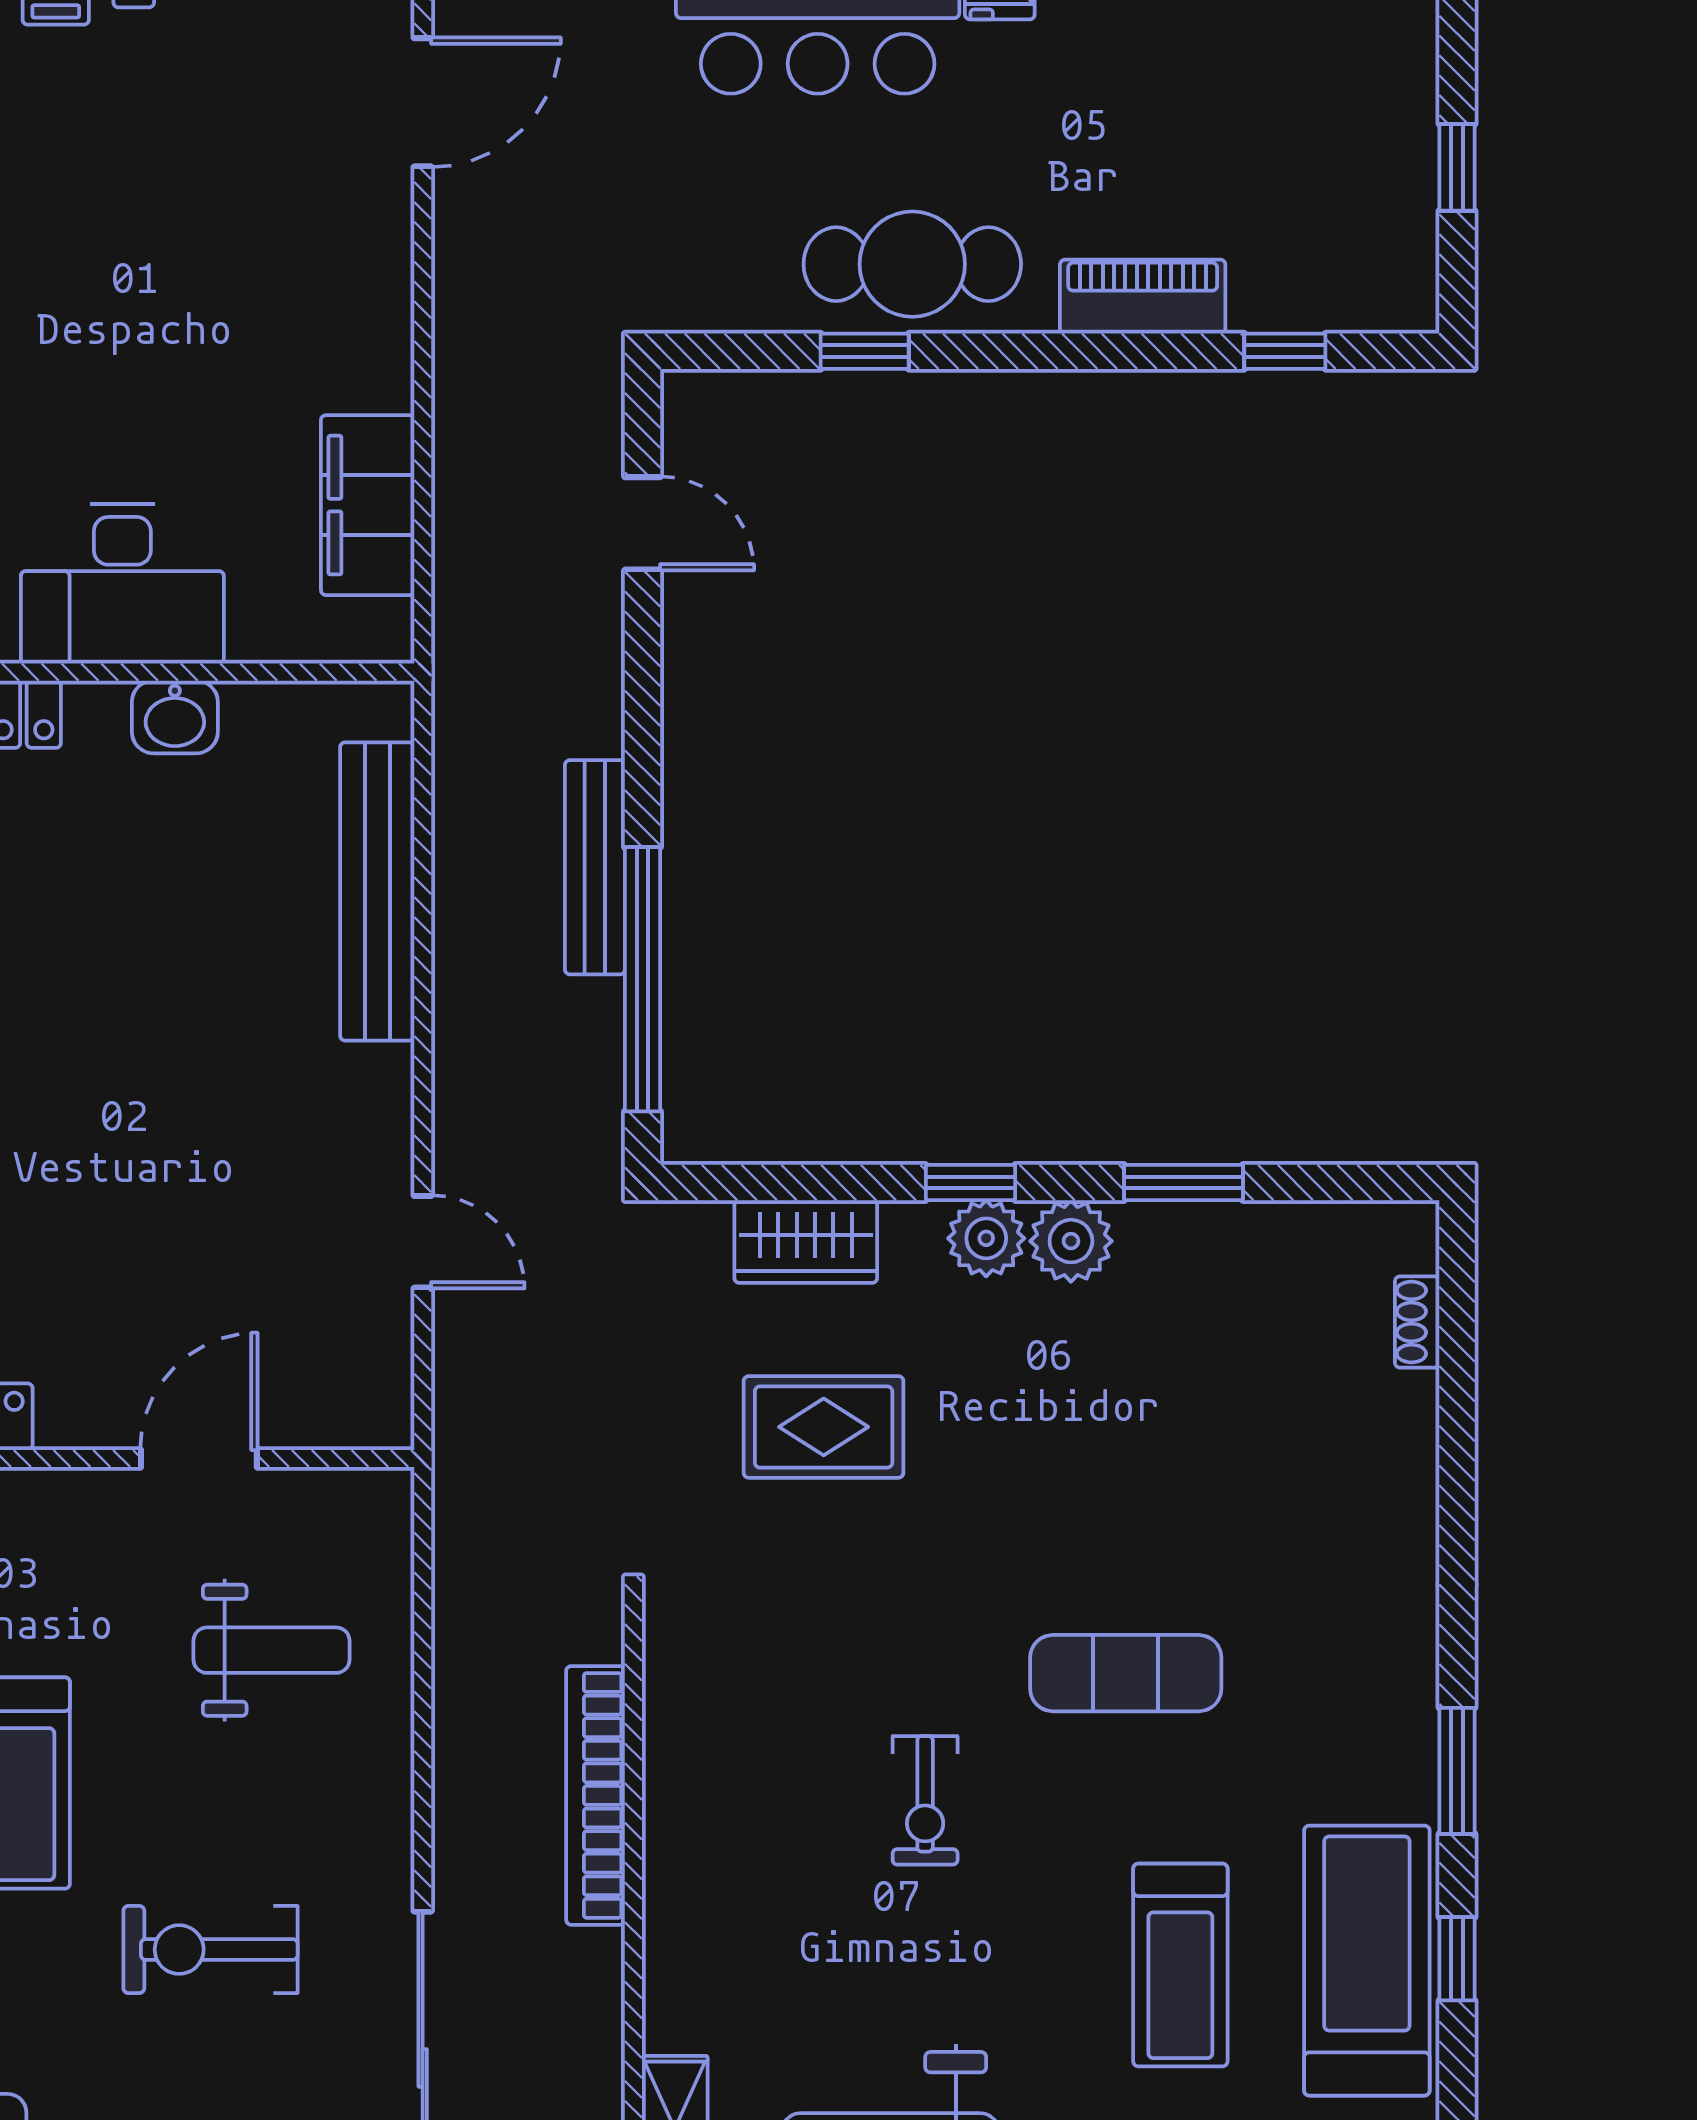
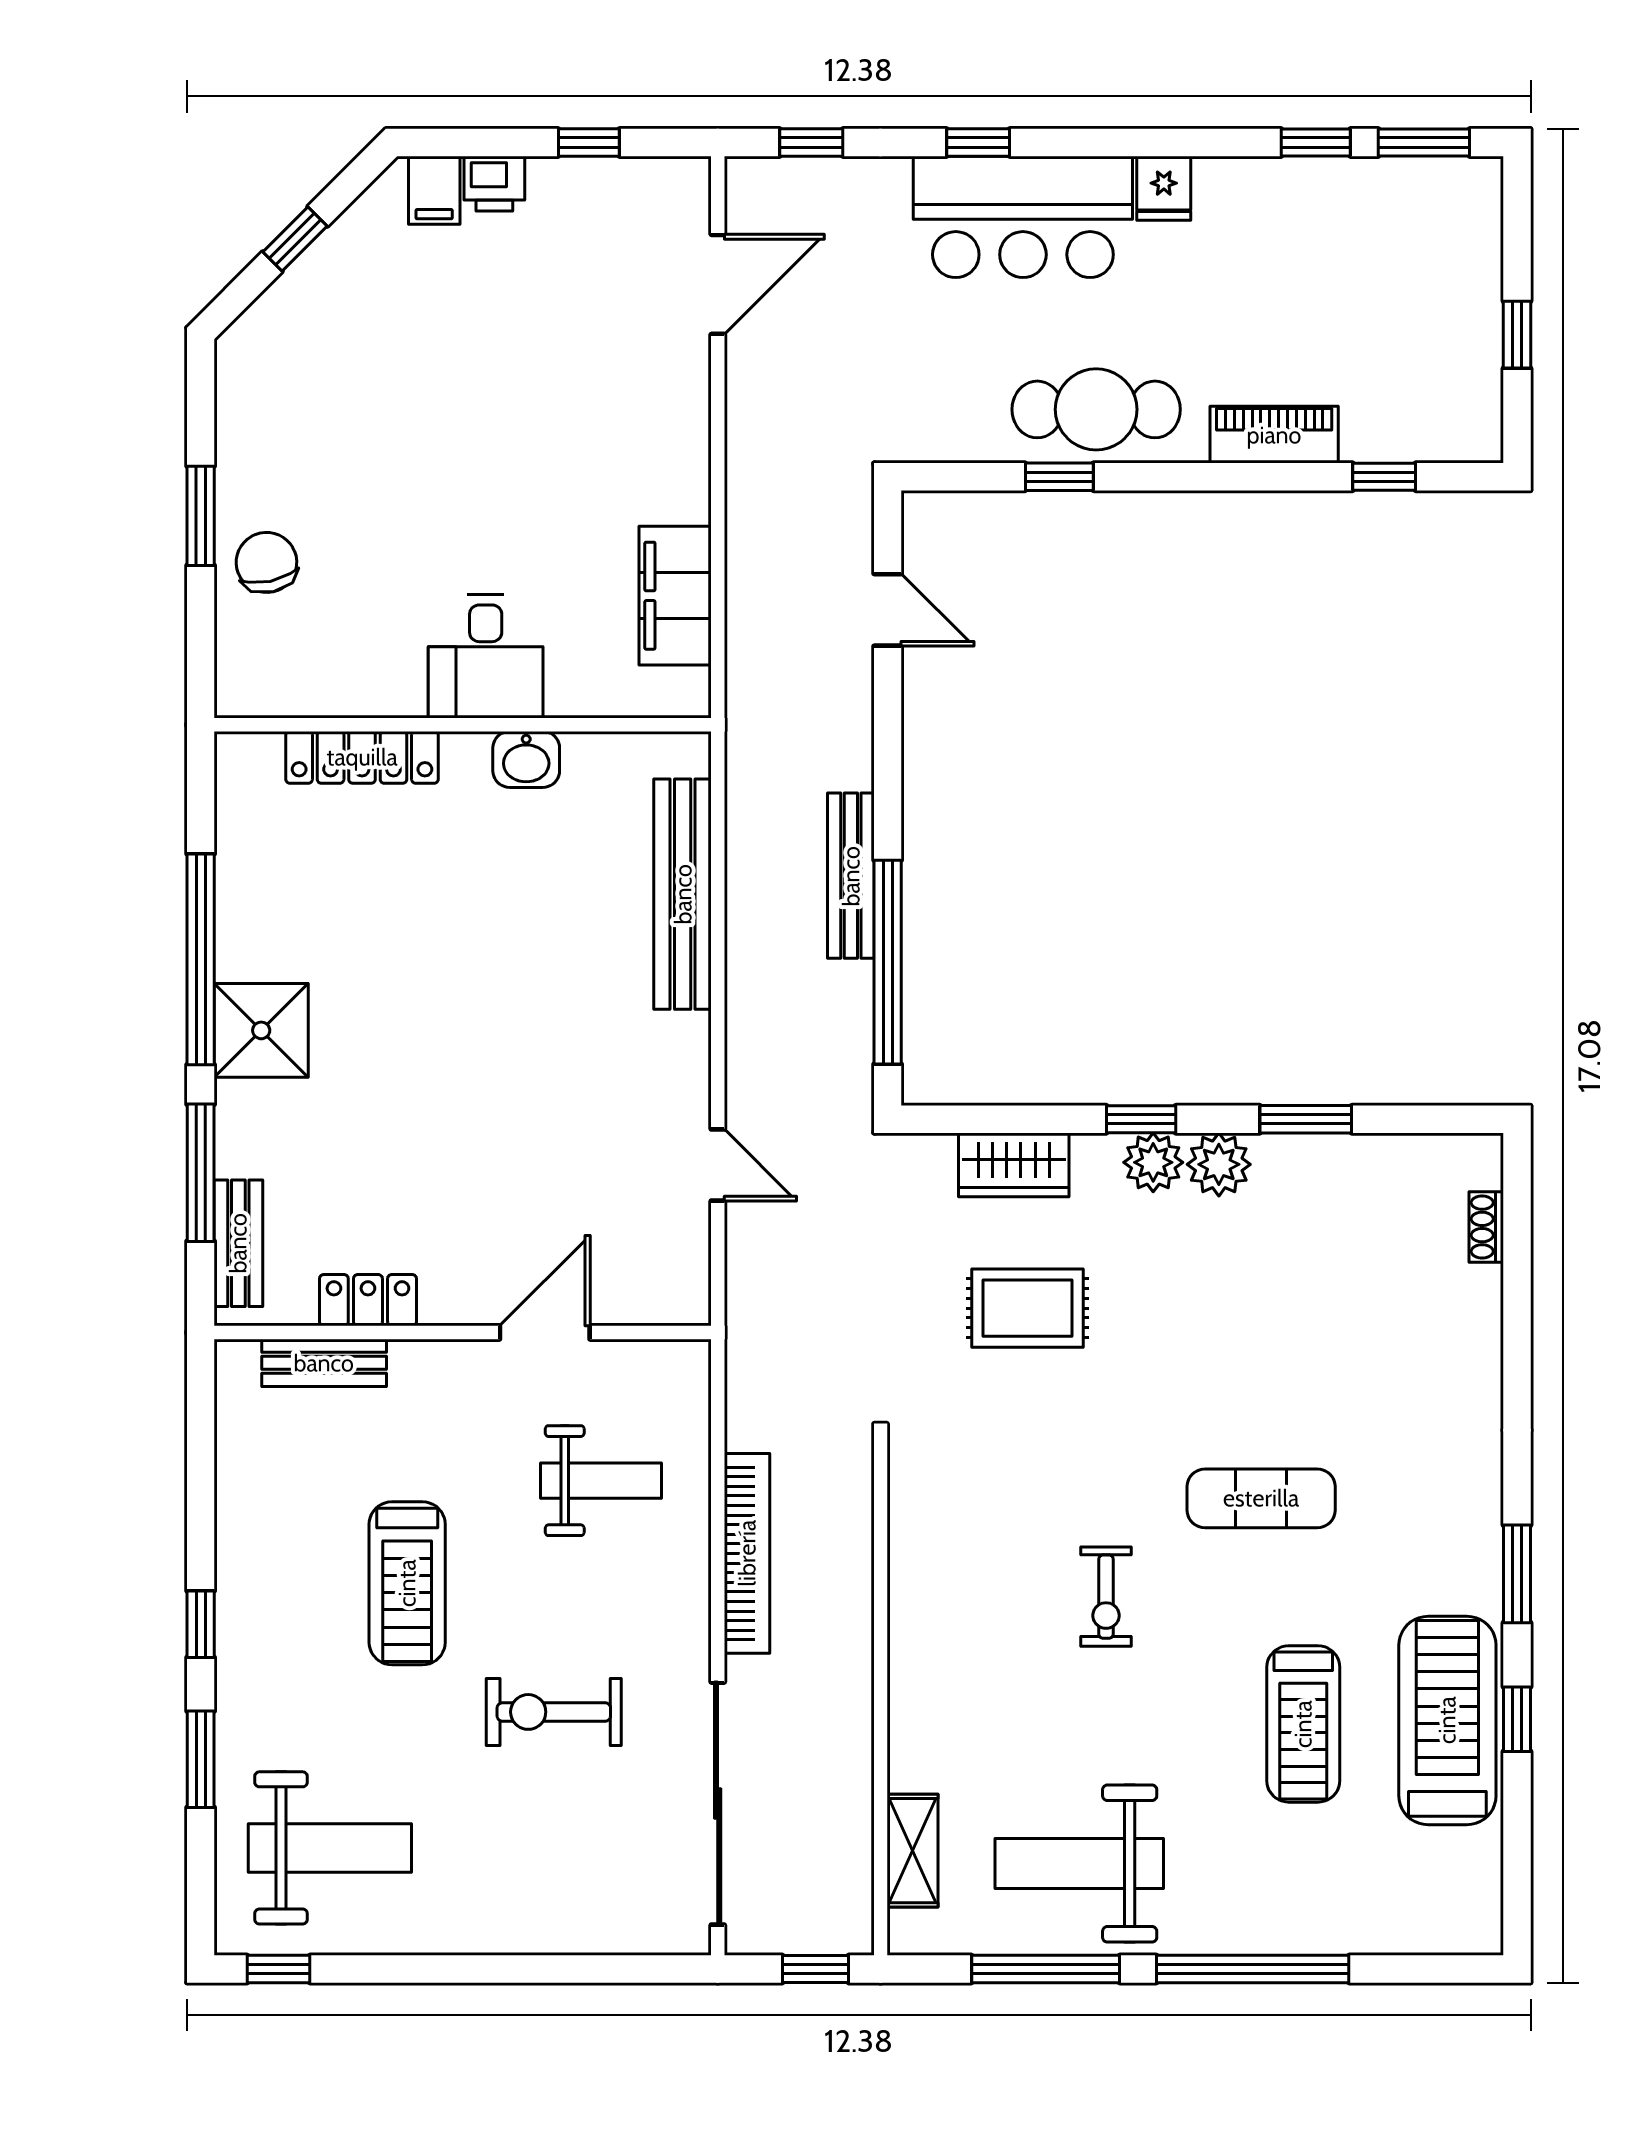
desk: (122, 584) -> (486, 657), width x0.73
bookcase: (596, 1795) -> (747, 1553), moved, turned 180

